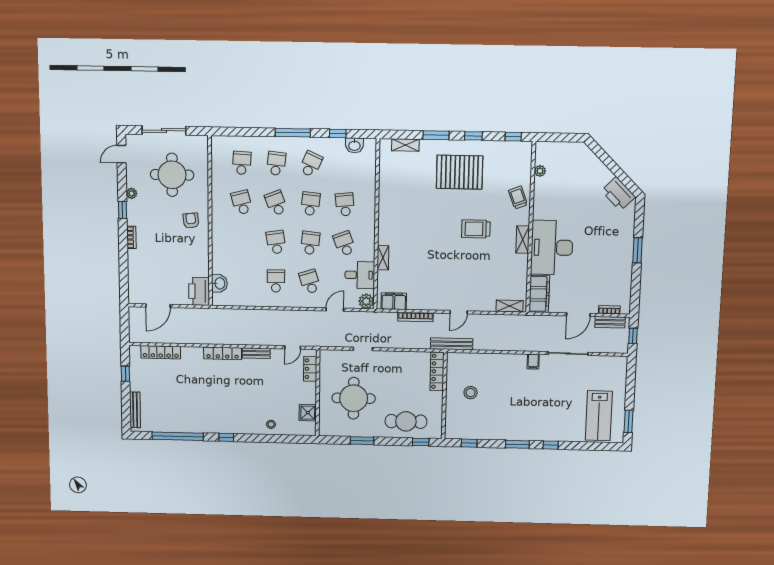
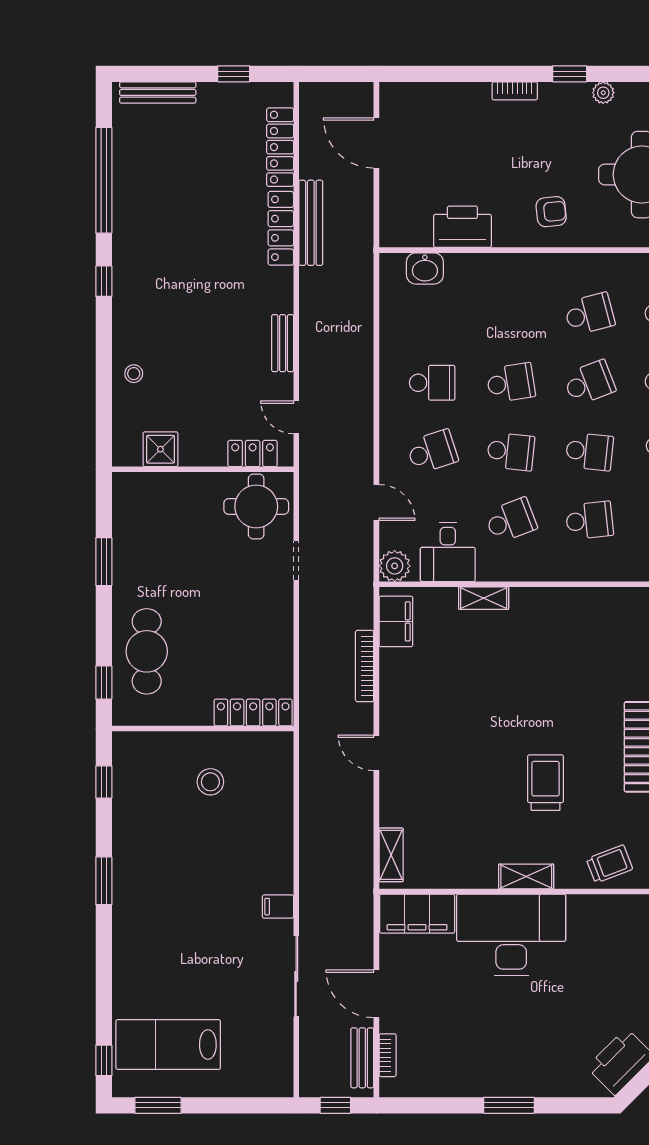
printer: (199, 291) -> (462, 227), moved
bench: (452, 344) -> (311, 223), moved
locker: (223, 353) -> (281, 228), moved
round table: (354, 398) -> (256, 506), moved, width x0.73, depth x0.73
window: (551, 445) -> (104, 1060), moved

